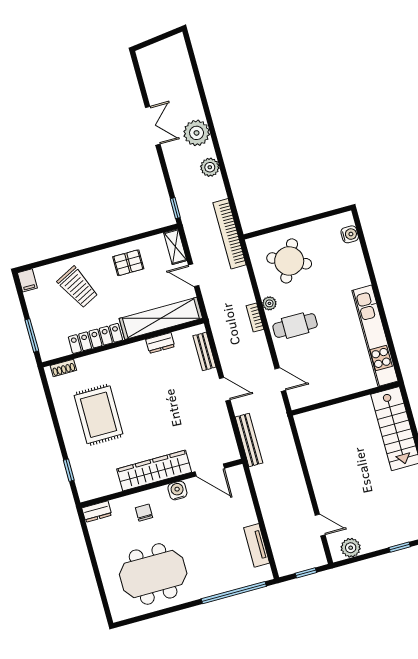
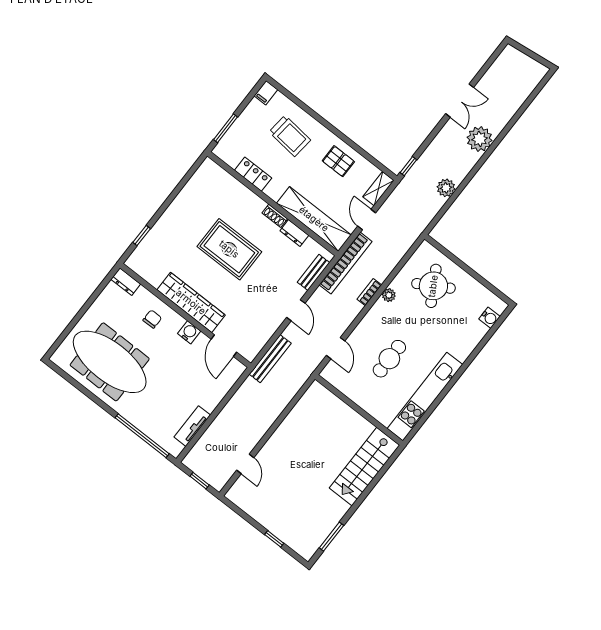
plant: (210, 167) -> (446, 188), moved
bookcase: (230, 234) -> (346, 263), moved, turned 180
round table: (289, 261) -> (433, 286), turned 35
trolley: (78, 287) -> (290, 136), turned -57
cafe table: (295, 326) -> (389, 359), moved, turned 90
locker: (95, 338) -> (253, 174), width x0.66
shoe rack: (63, 368) -> (275, 216), moved
rug: (99, 415) -> (229, 249), moved, turned 90
plant: (351, 548) -> (245, 501), removed
meeting table: (153, 574) -> (110, 362), width x1.36

